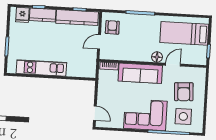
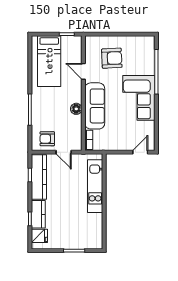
floor lamp: (157, 57) -> (76, 109), moved
kitchen unit: (41, 68) -> (95, 186), moved
side table: (183, 116) -> (138, 57), removed

